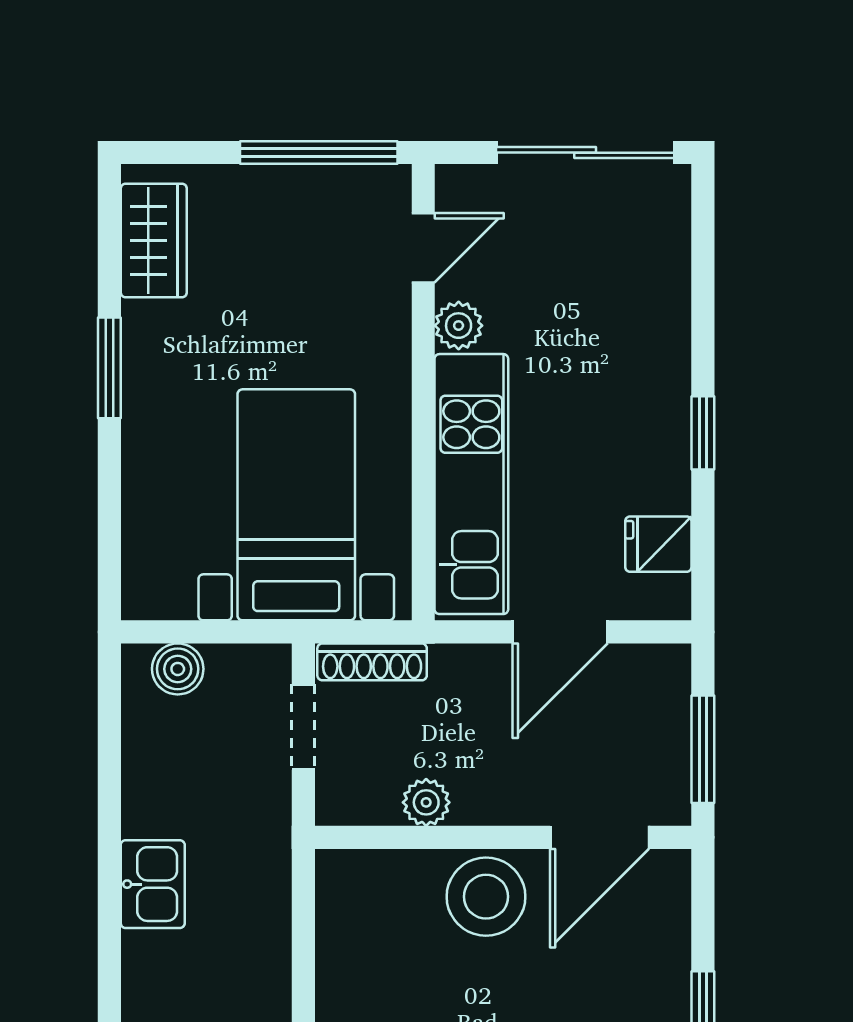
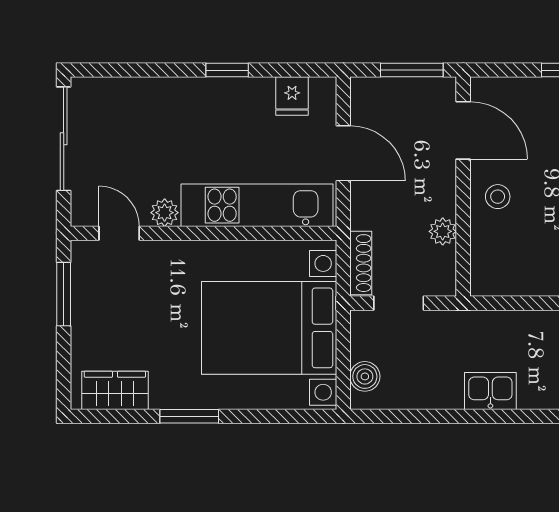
window: (319, 153) -> (64, 294), width x0.69
bed with nightstands: (296, 505) -> (269, 328), width x1.36
stool: (486, 897) -> (498, 197), width x0.53, depth x0.53

